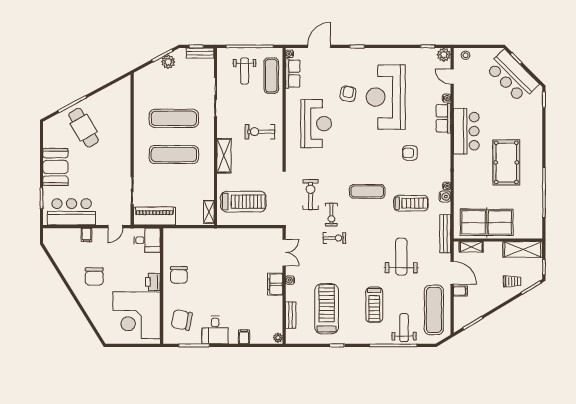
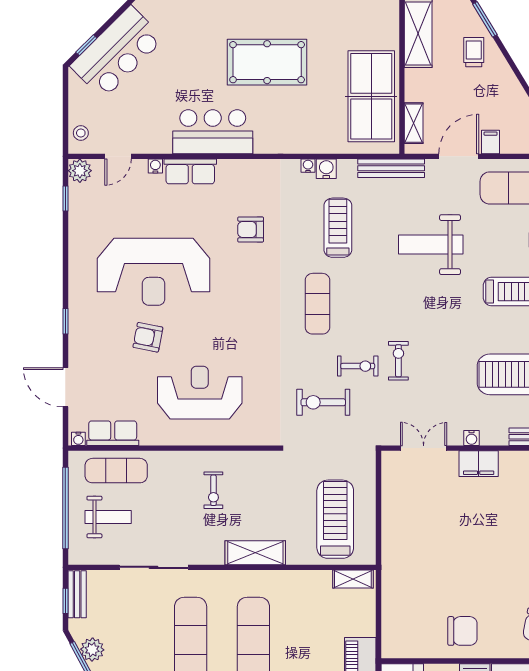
exercise bike: (260, 132) -> (213, 490), width x0.73, depth x0.72
armchair: (410, 153) -> (251, 230), turned 90

